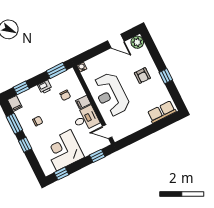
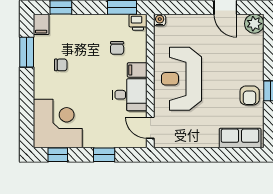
armchair: (142, 76) -> (250, 95), moved
printer: (45, 87) -> (138, 22), moved
window: (25, 145) -> (27, 89), removed
corner desk: (64, 150) -> (58, 124), moved, turned 90
window: (97, 156) -> (104, 155), moved

